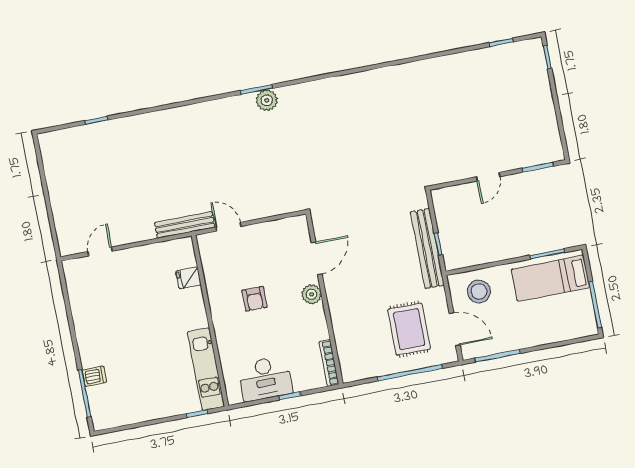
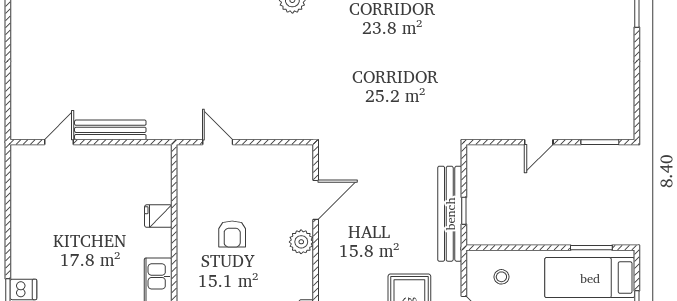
bench: (185, 225) -> (110, 130), moved
fridge: (188, 278) -> (158, 216), moved
stool: (479, 292) -> (501, 277), width x0.53, depth x0.53

